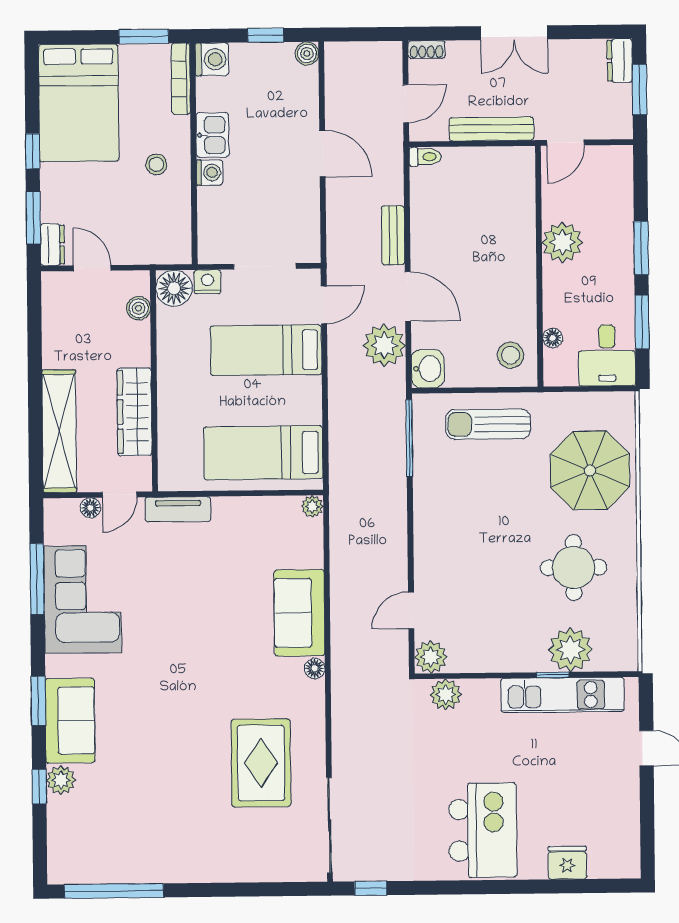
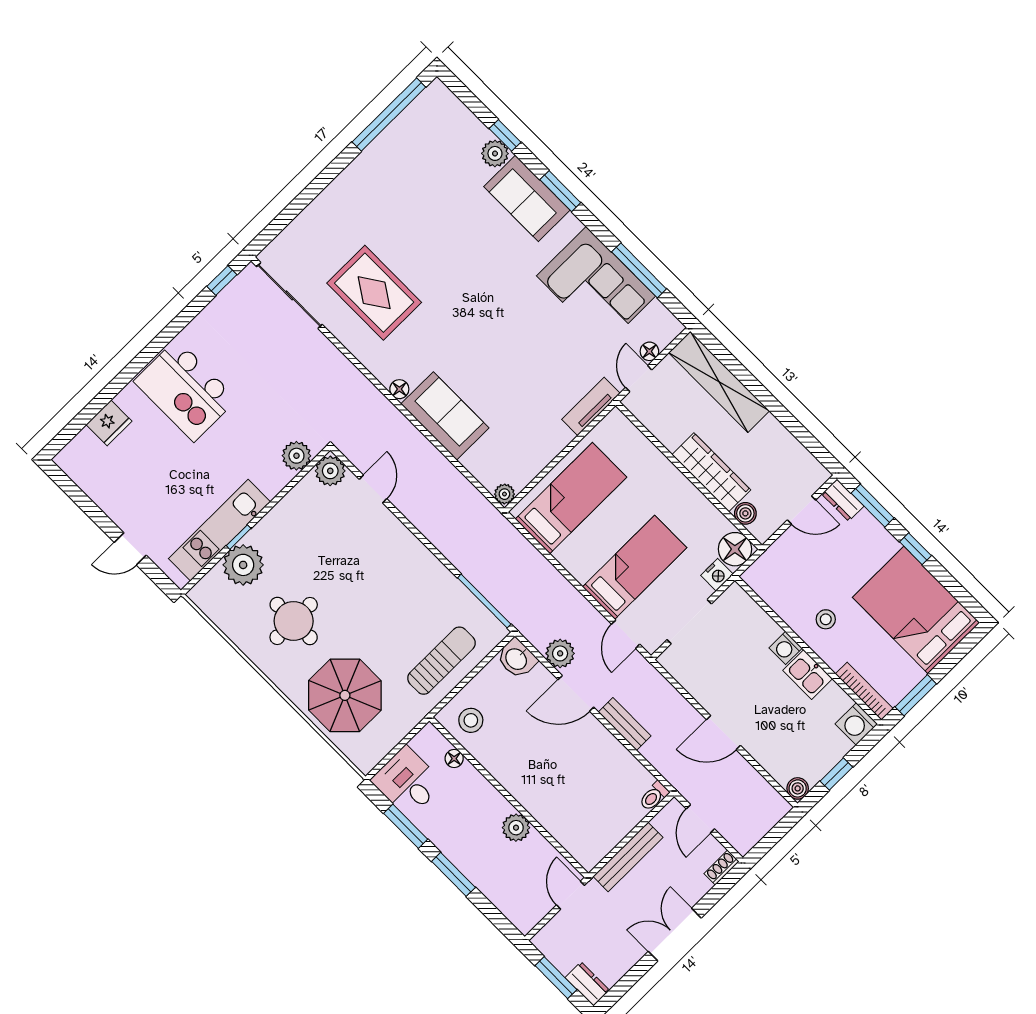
plant: (562, 242) -> (516, 828), width x0.73, depth x0.73
plant: (384, 345) -> (560, 653), width x0.73, depth x0.73
wardrobe: (134, 412) -> (711, 472), moved

